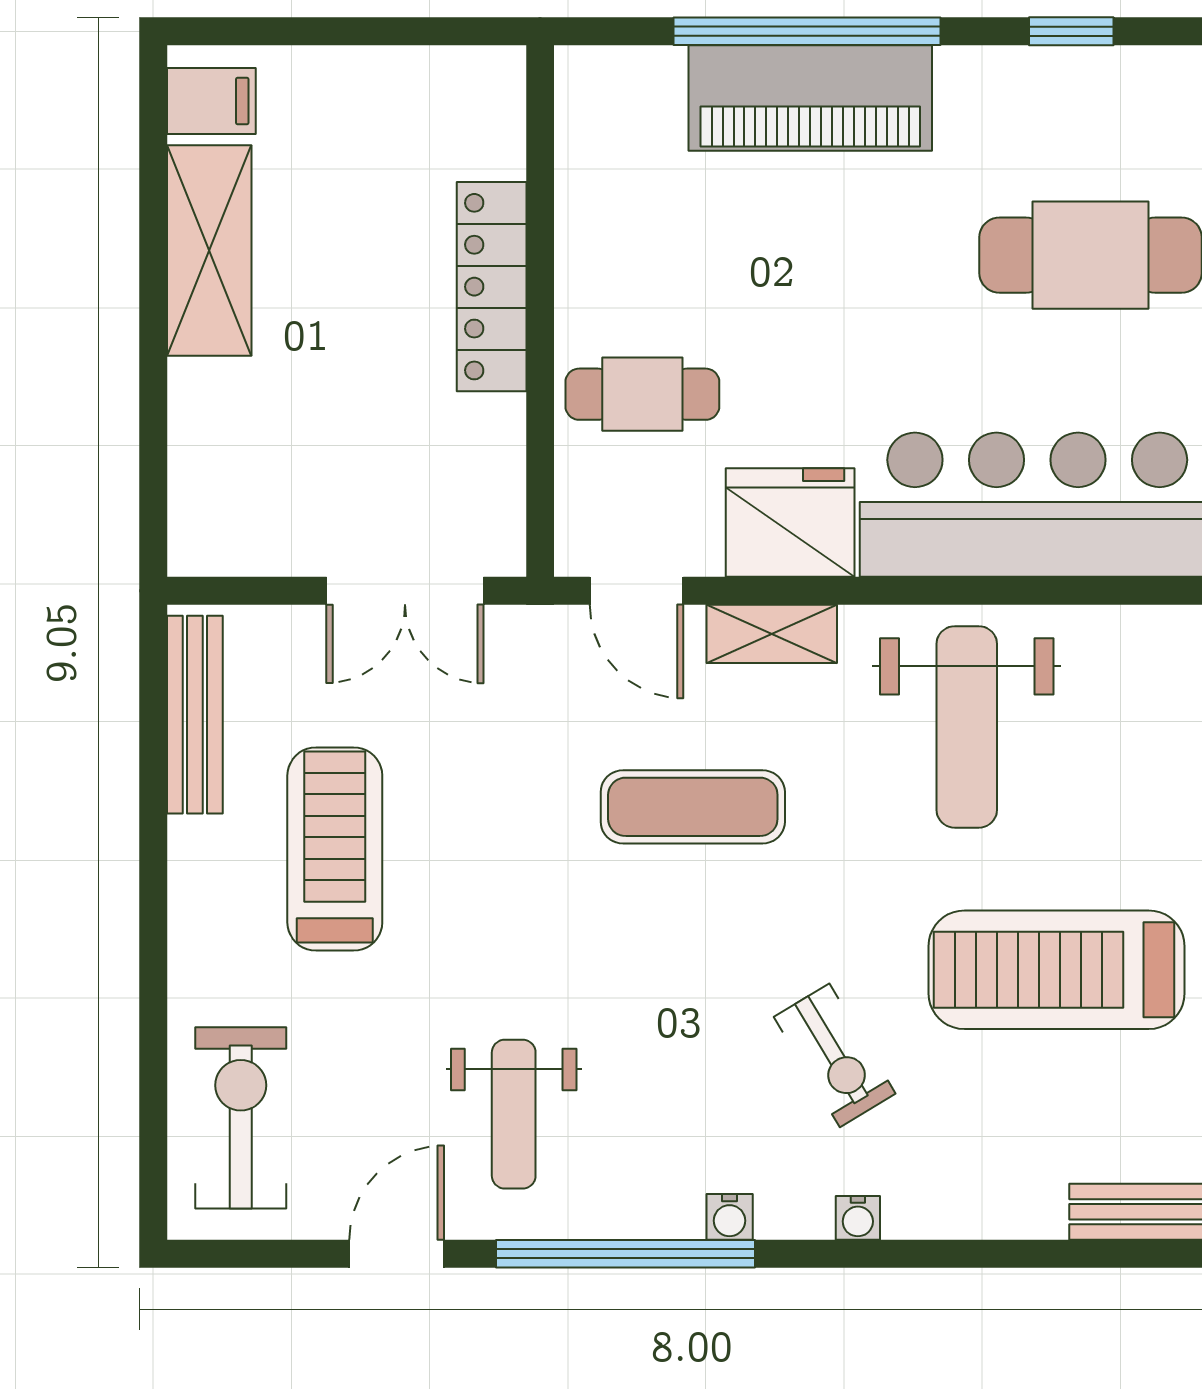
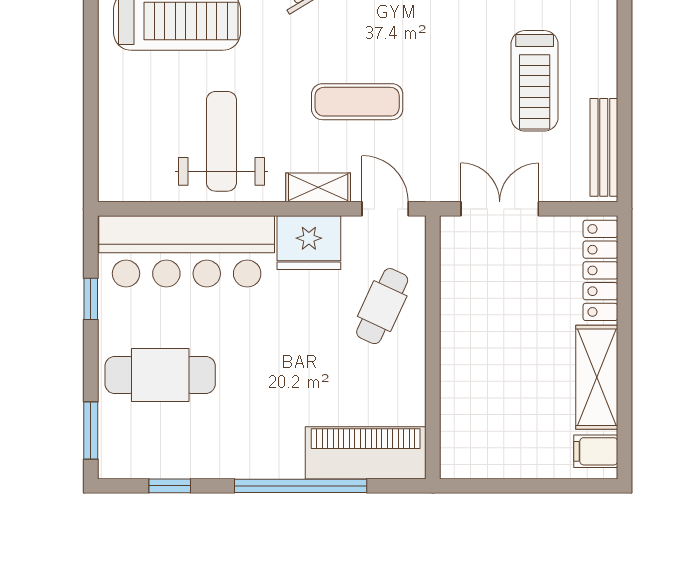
piano: (810, 98) -> (366, 453), moved
locker: (492, 287) -> (600, 270), moved, turned 180
cafe table: (642, 394) -> (382, 306), turned -65

